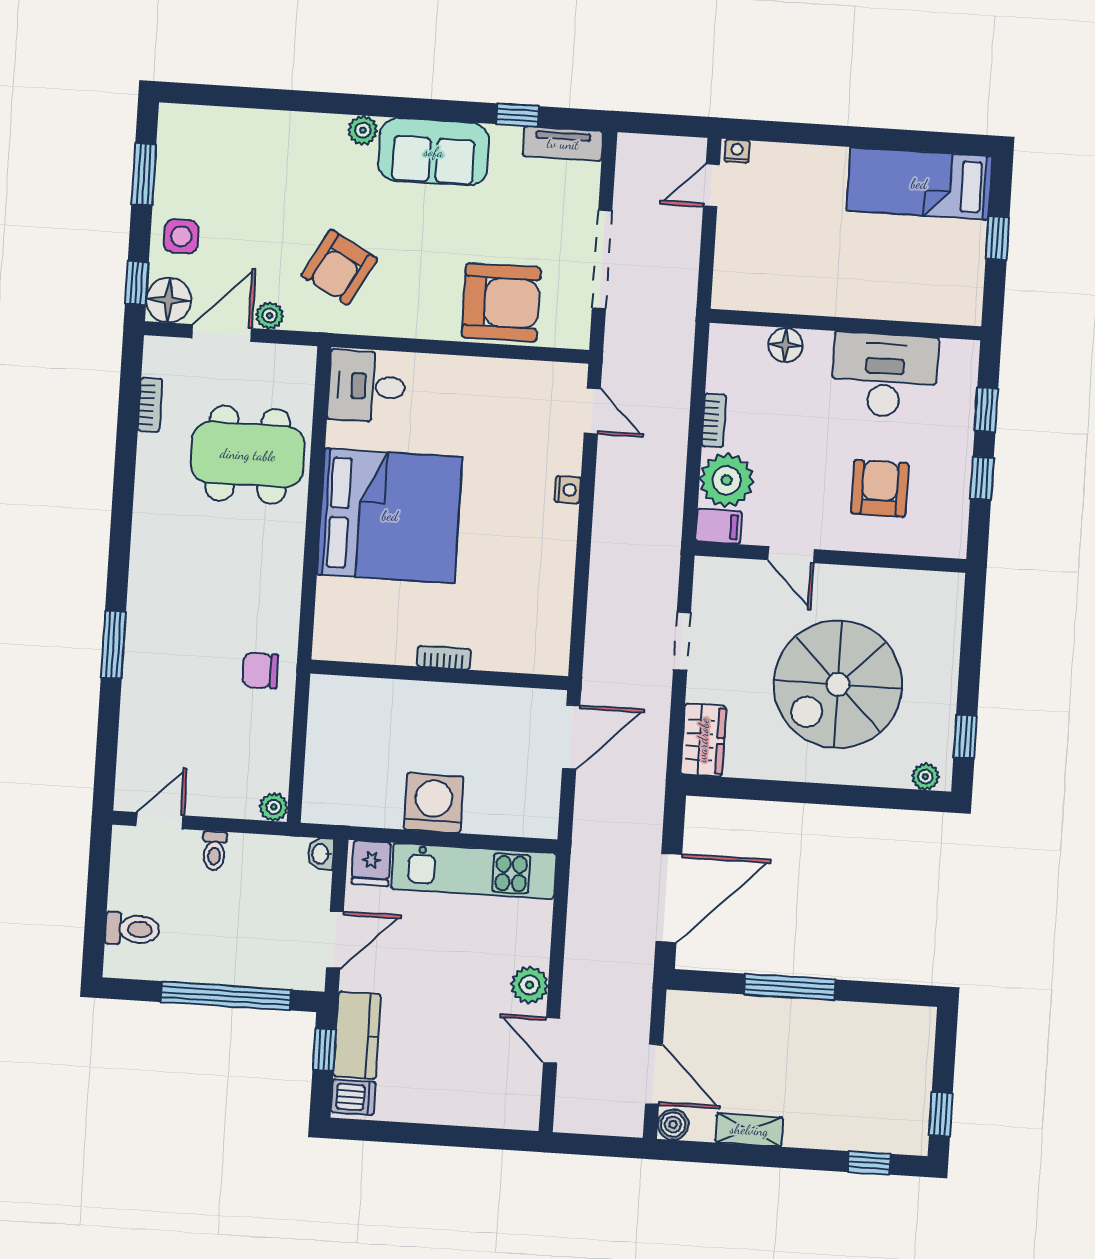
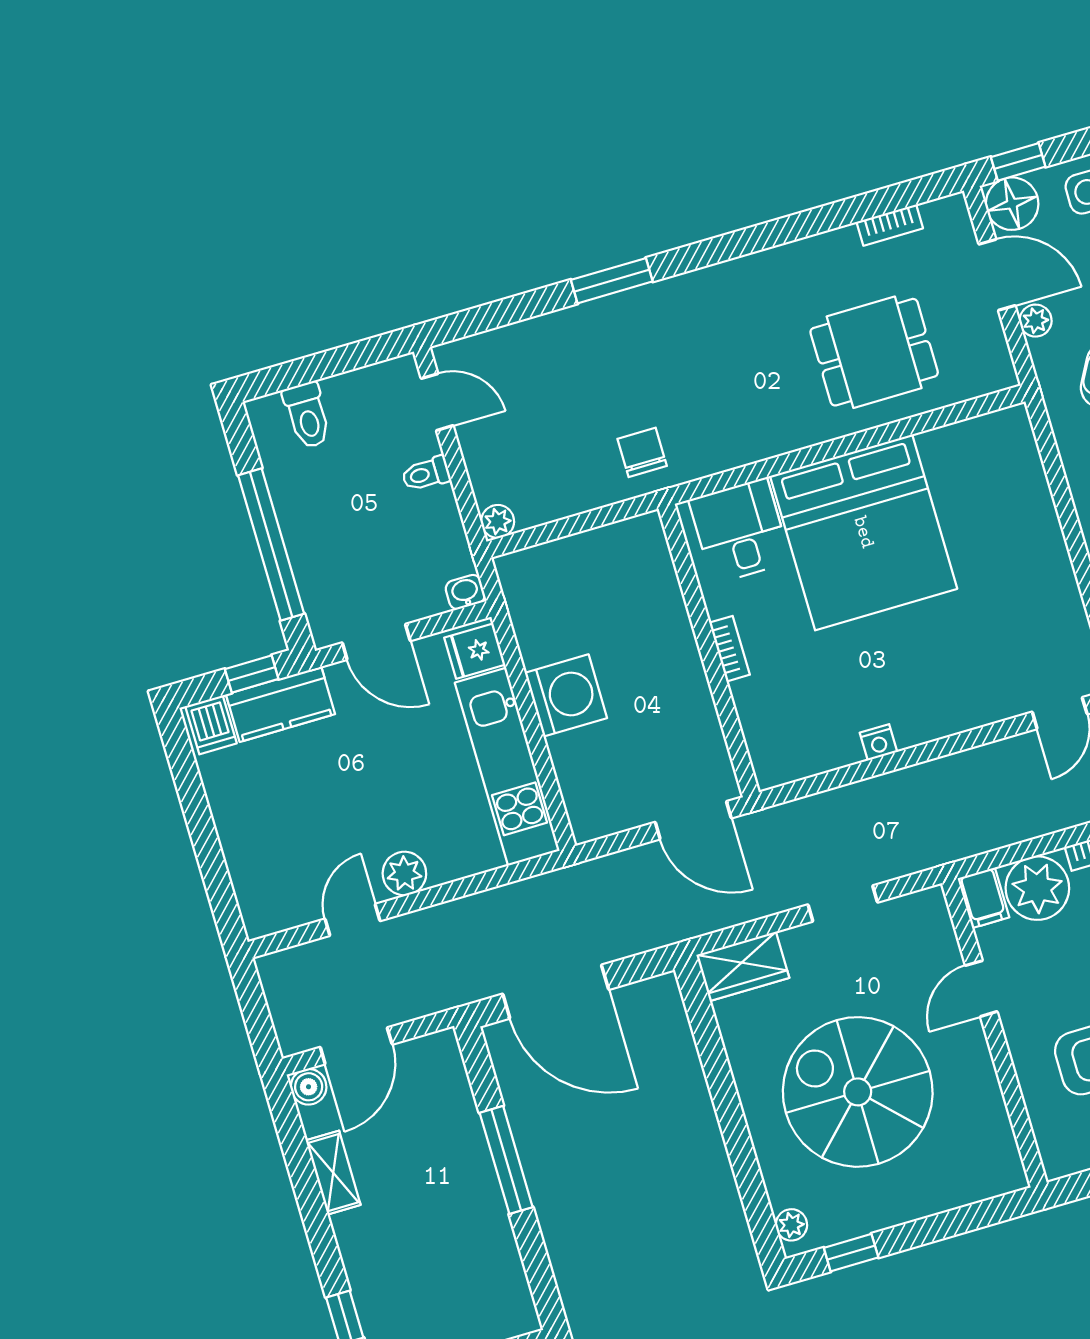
desk: (367, 386) -> (740, 531), moved
dining table: (248, 455) -> (874, 352), width x0.73
nightstand: (568, 490) -> (878, 742), moved

